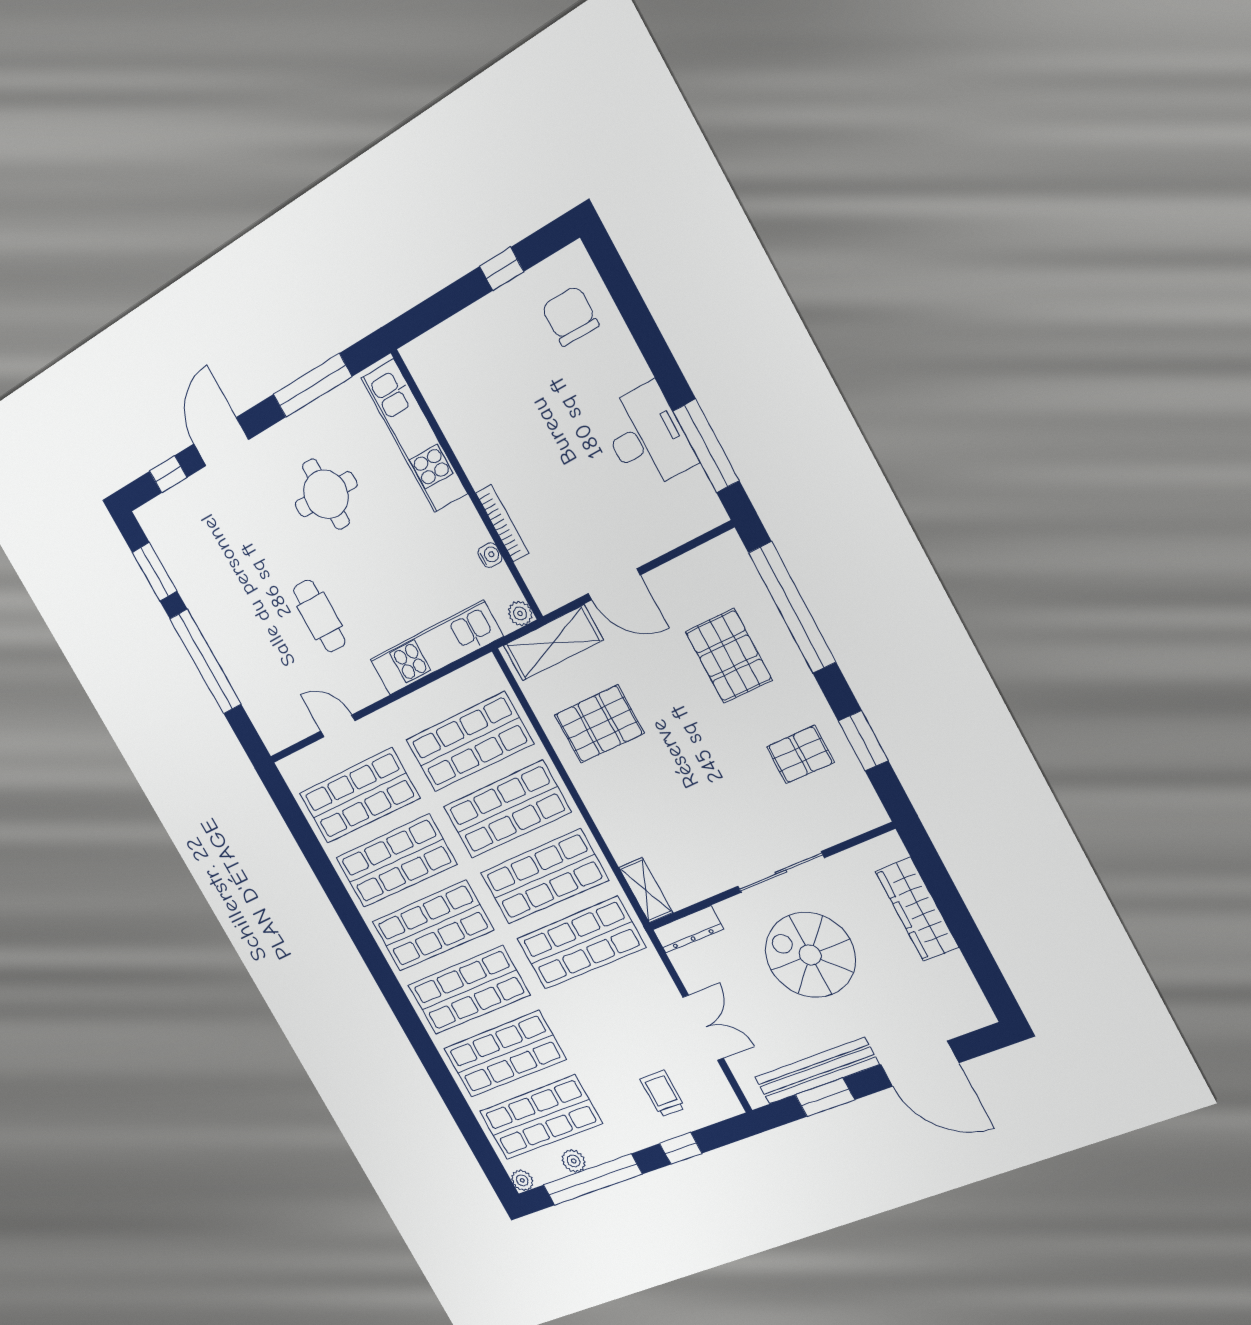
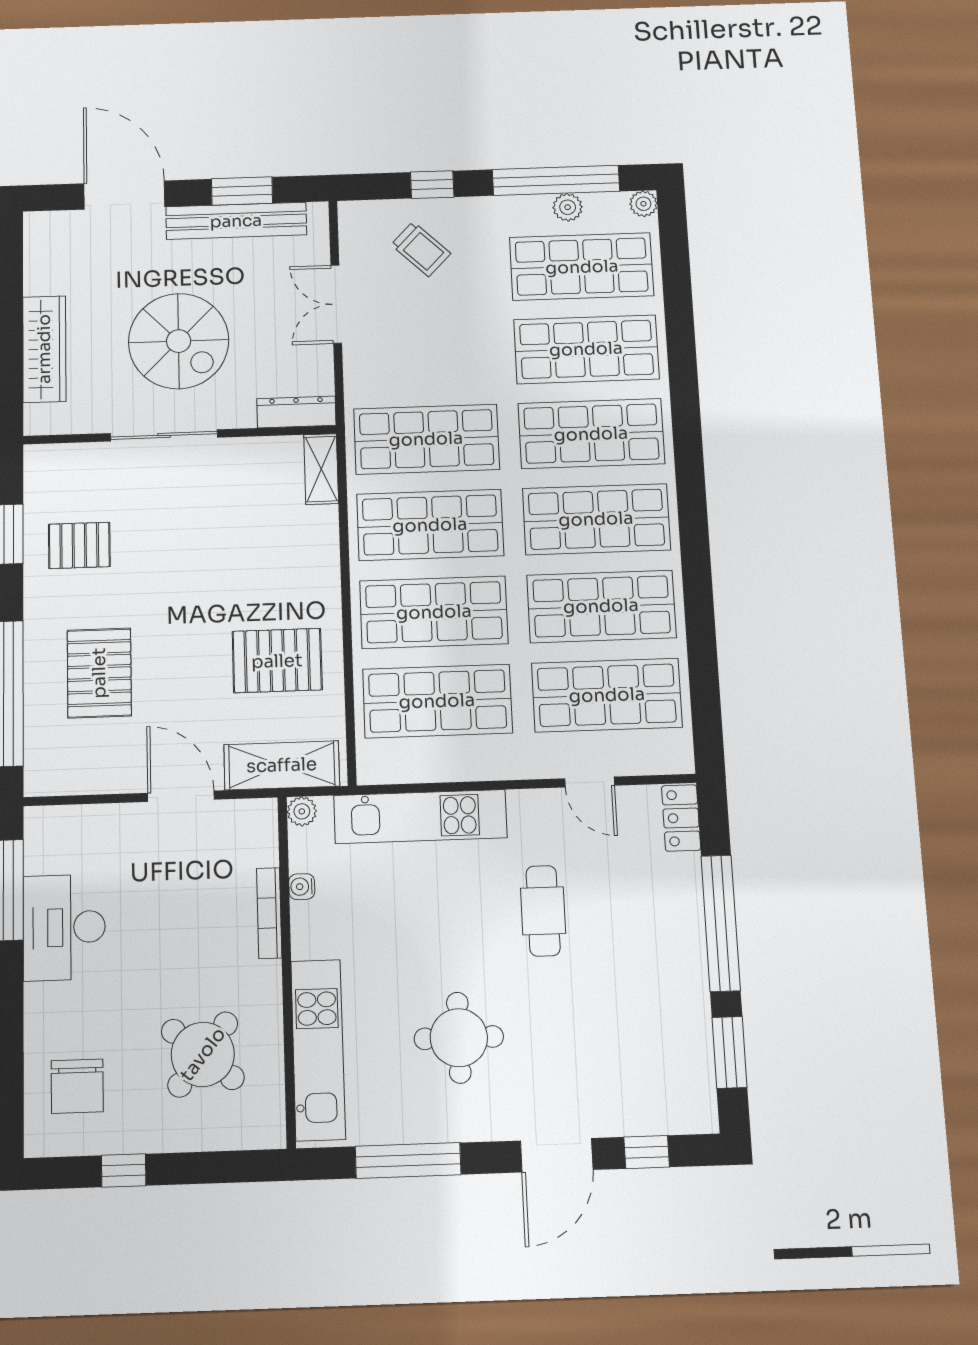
round table: (492, 390) -> (203, 1054), added
locker: (267, 726) -> (681, 818), added
trolley: (663, 1093) -> (421, 249), turned -46

